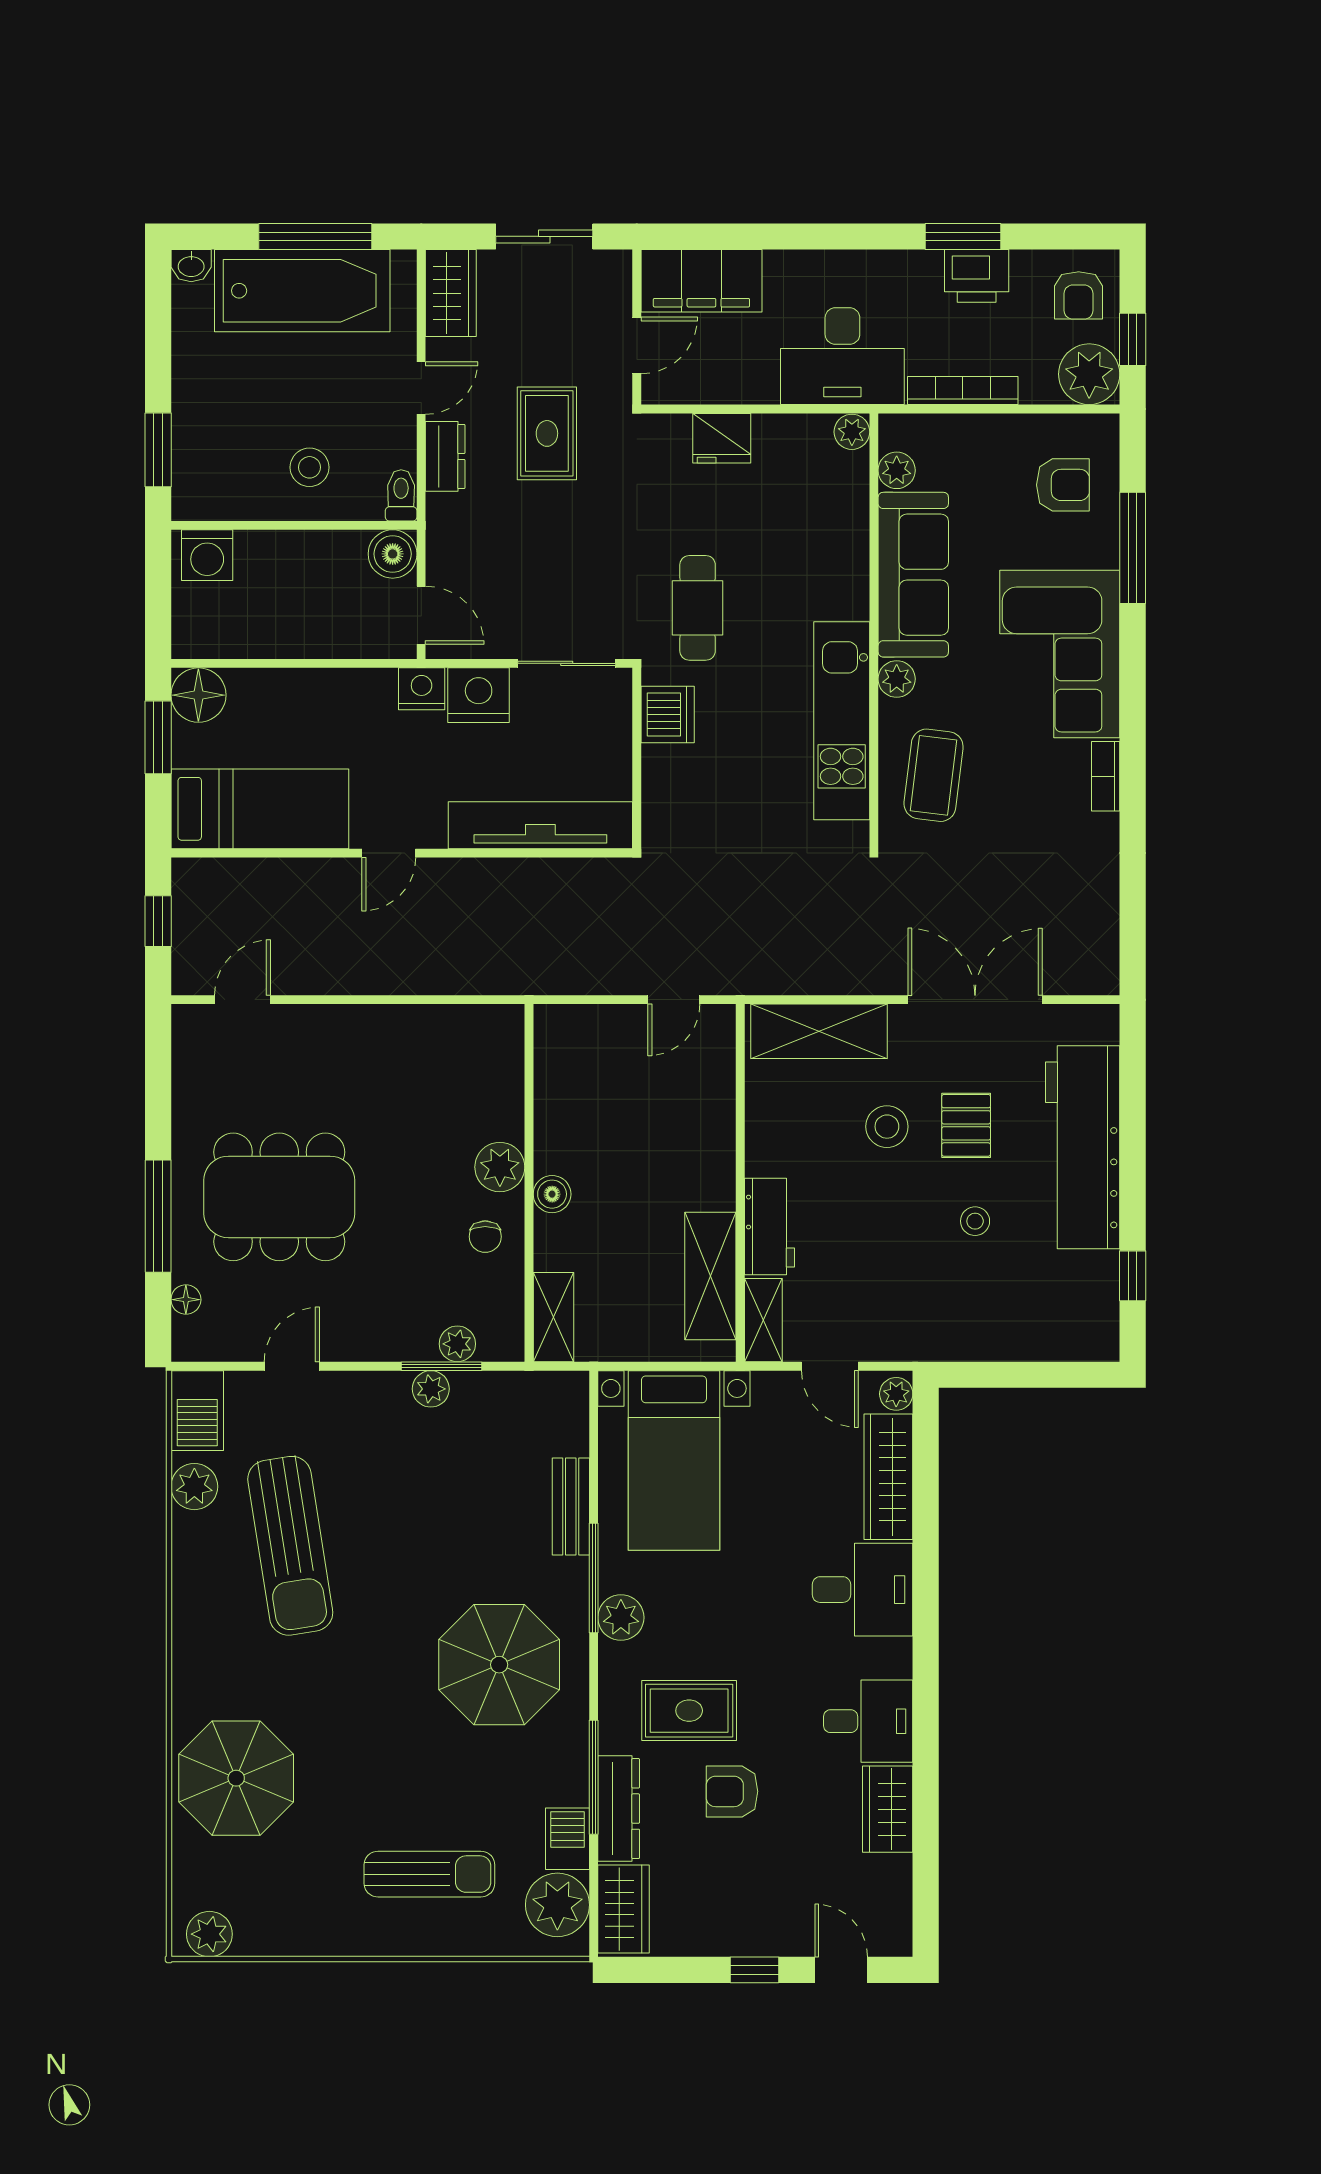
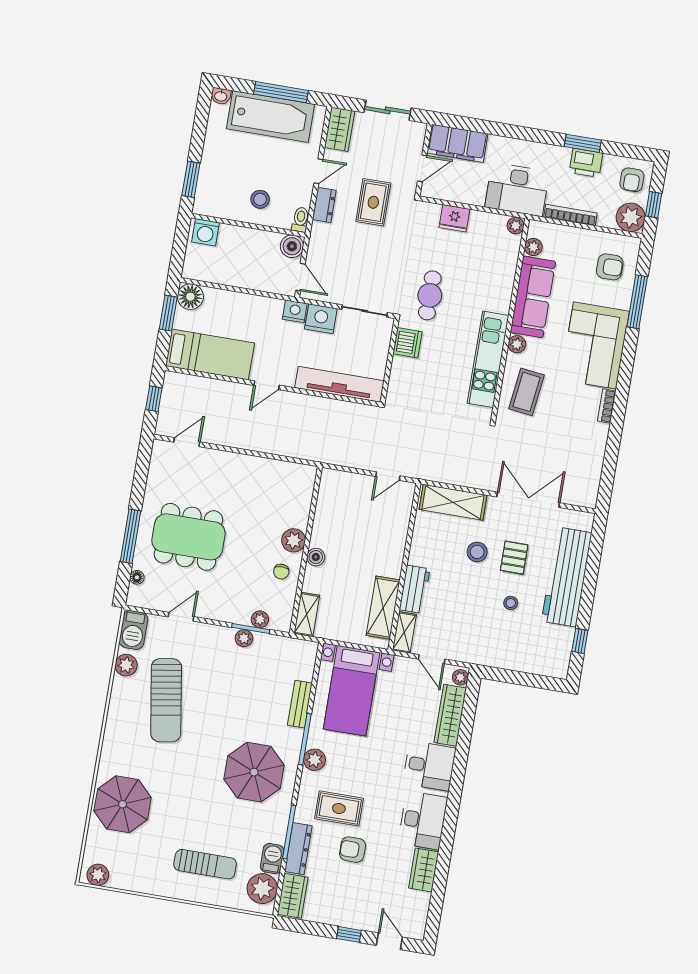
desk: (868, 1721) -> (423, 820), width x1.37

